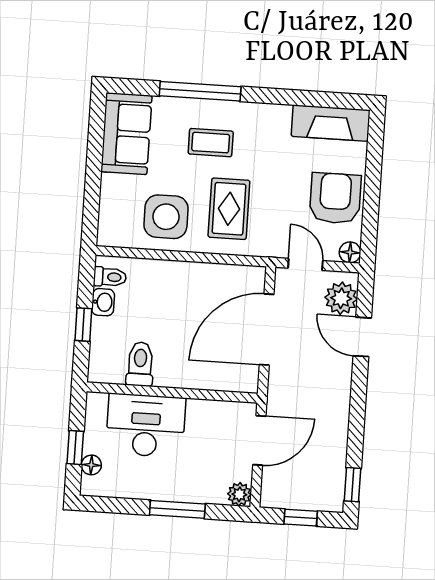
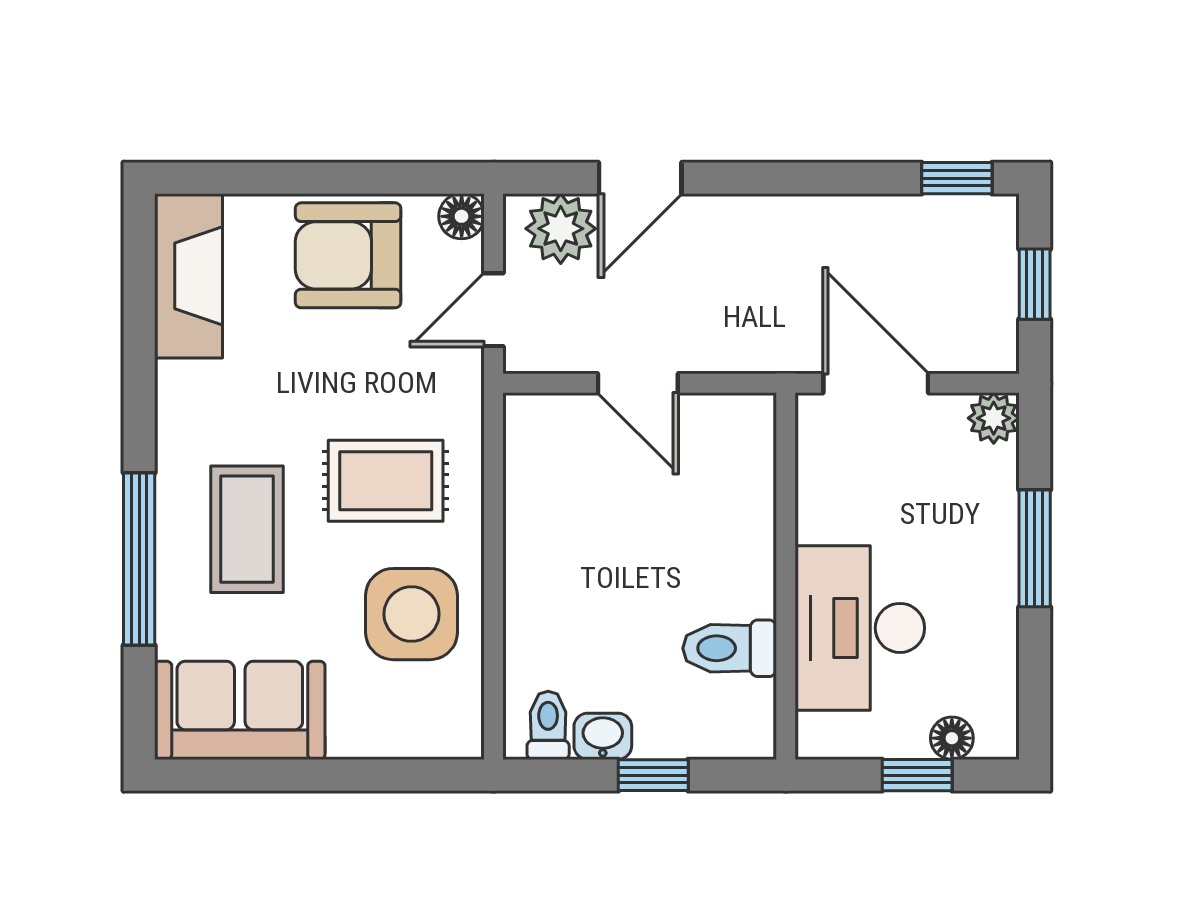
coffee table: (211, 143) -> (247, 529), width x1.36, depth x1.30
door: (267, 329) -> (638, 383), width x0.53

